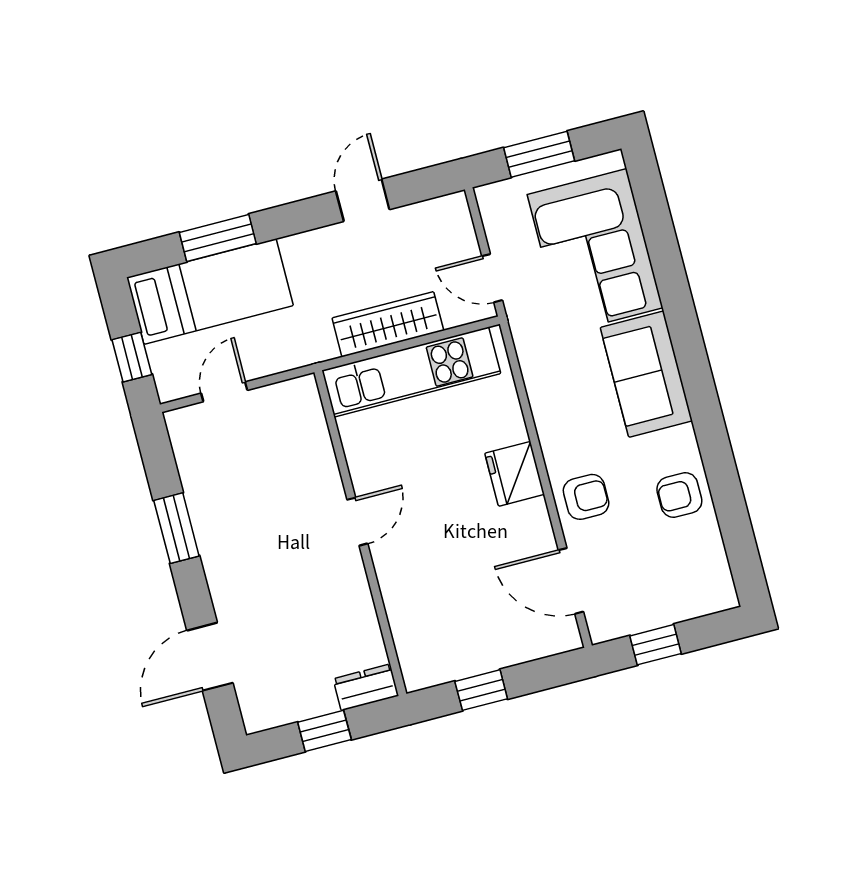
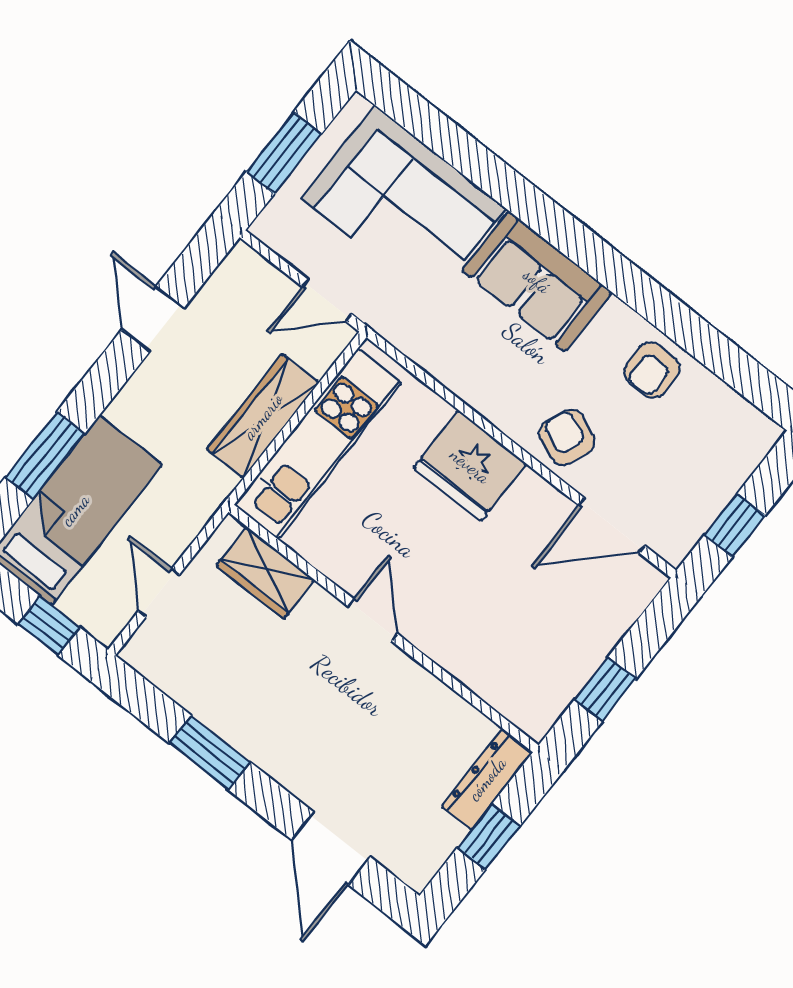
wardrobe: (308, 433) -> (265, 573), added
fridge: (515, 474) -> (470, 466), width x1.36, depth x1.34
armchair: (586, 497) -> (567, 437), turned -68
dresser: (366, 687) -> (487, 779), width x1.44

